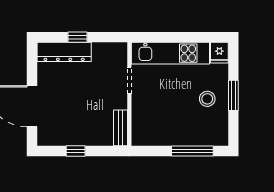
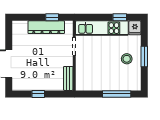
window: (78, 37) -> (52, 17), moved
window: (197, 37) -> (120, 17), added
dresser: (64, 52) -> (46, 27), moved

